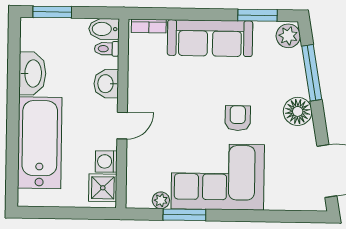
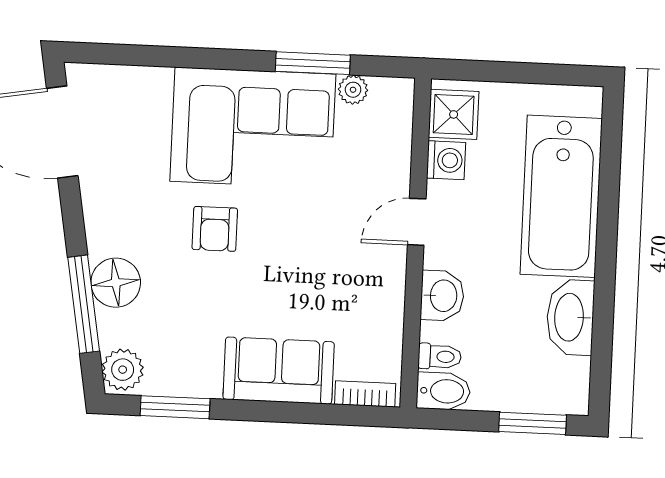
sofa: (210, 38) -> (279, 371), width x0.73
floor lamp: (298, 111) -> (116, 283), moved

